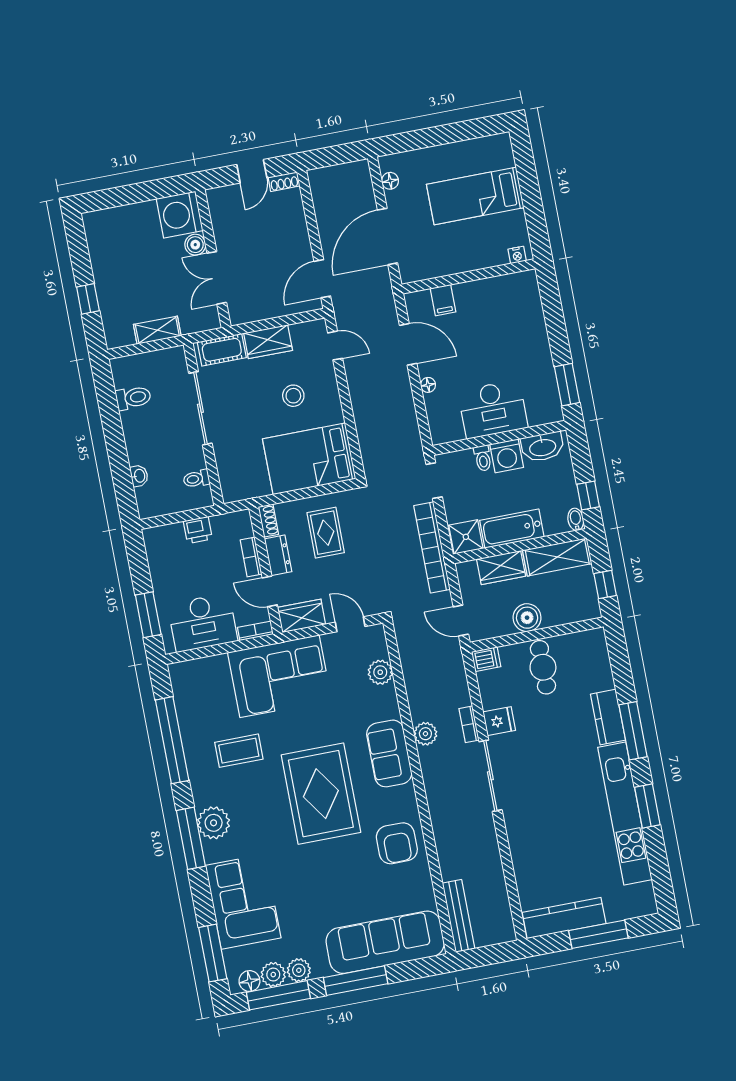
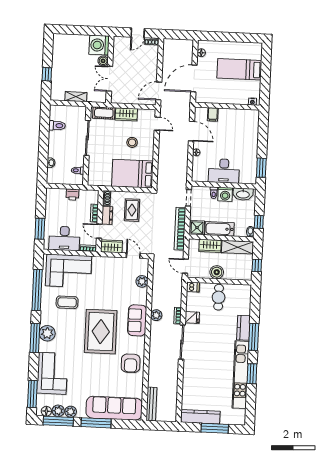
corner sofa: (280, 676) -> (68, 271), moved

